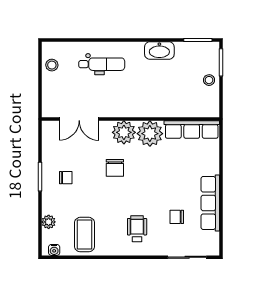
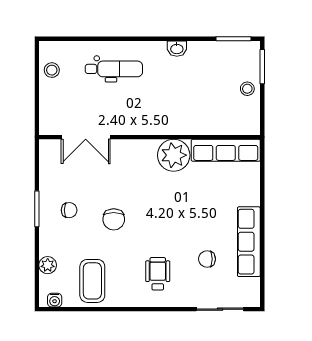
washbasin: (159, 51) -> (177, 49), width x0.52, depth x0.69
plant: (124, 132) -> (141, 154), removed
chair: (115, 168) -> (114, 219), moved

